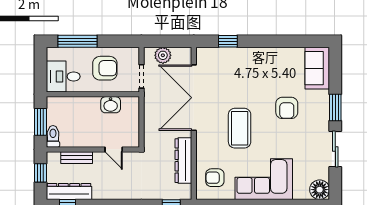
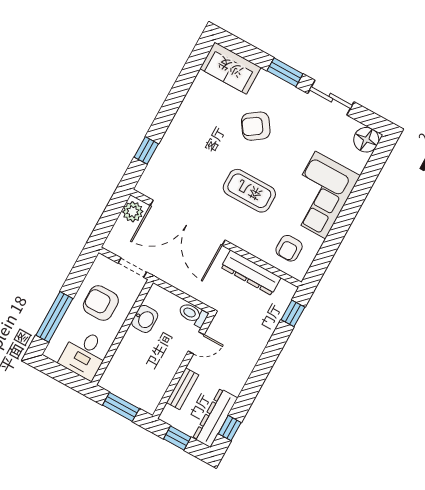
plant: (163, 55) -> (133, 212), moved
armchair: (105, 68) -> (101, 303), turned -90
armchair: (287, 108) -> (256, 126), turned 145
toilet: (53, 136) -> (193, 314), moved

